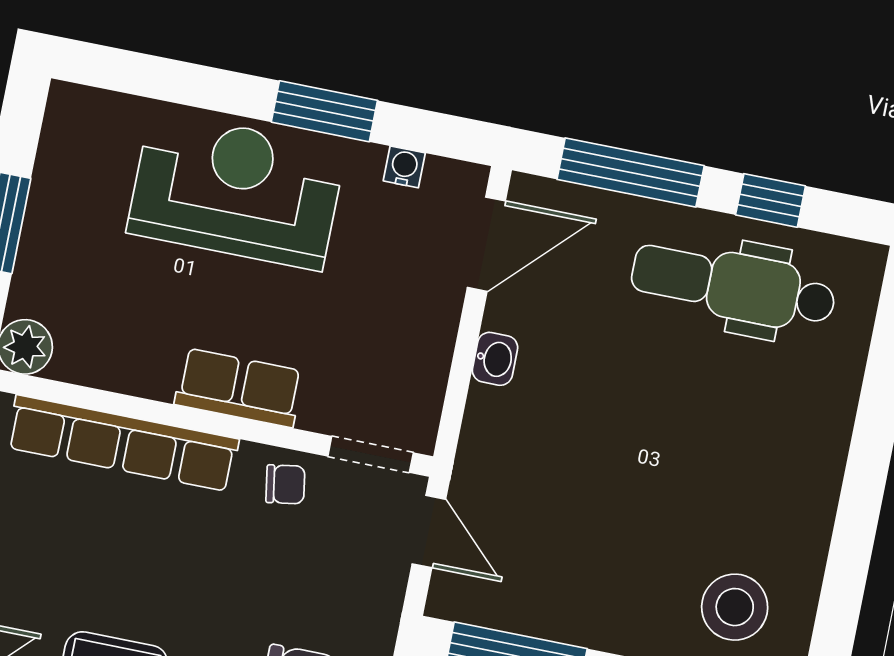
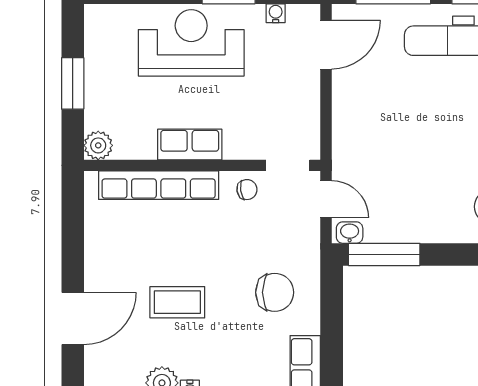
washbasin: (495, 359) -> (350, 233), moved, turned -90
row of seats: (239, 388) -> (190, 144), moved

